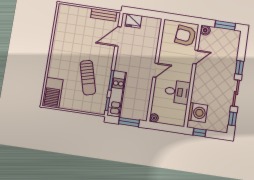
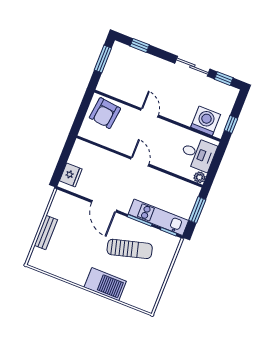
bench: (104, 15) -> (46, 233), moved
boiler: (205, 30) -> (104, 86), removed
door: (118, 36) -> (104, 206), moved
door: (195, 57) -> (150, 113), moved
window: (239, 67) -> (140, 45), moved
desk: (177, 92) -> (198, 154), moved, turned 90
barbecue: (53, 93) -> (105, 284), moved

